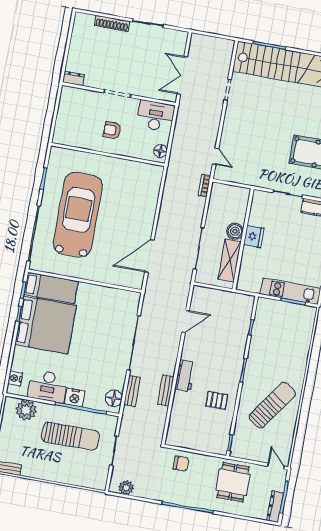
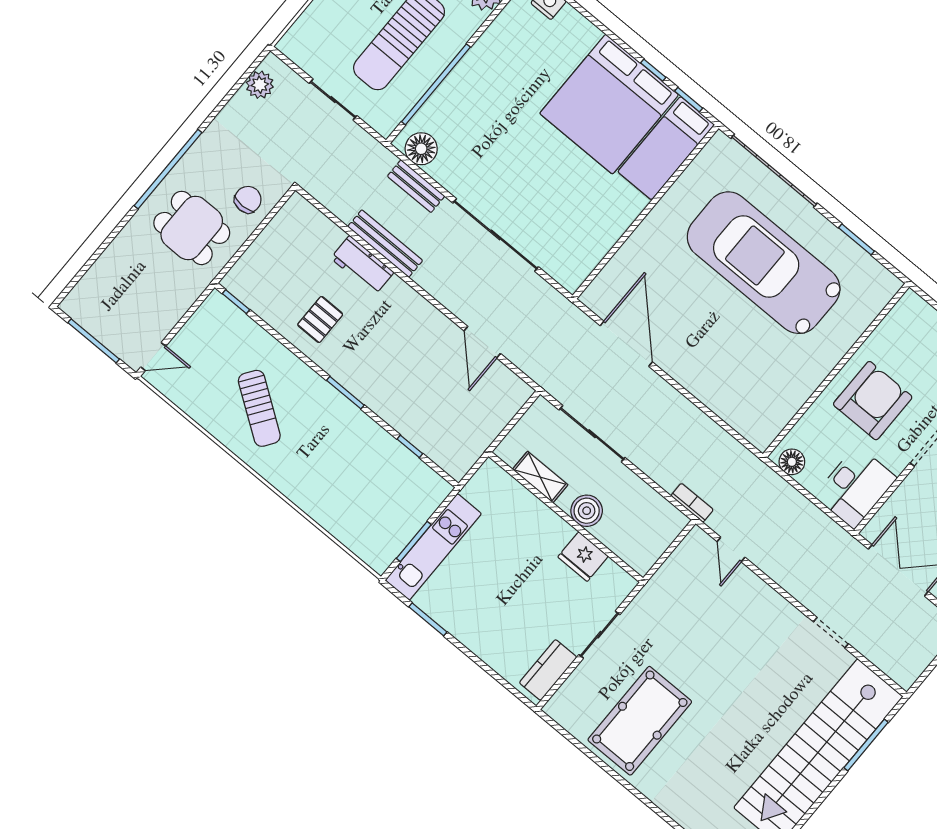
armchair: (112, 130) -> (873, 401), width x1.88, depth x1.88
door: (216, 156) -> (731, 549), hinge flipped
car: (78, 215) -> (764, 263), turned 180
fridge: (254, 237) -> (583, 557), moved
shelving: (230, 260) -> (540, 477), width x0.67, depth x0.75
workbench: (185, 376) -> (362, 265), moved
desk: (48, 386) -> (504, 50), removed
bench: (166, 390) -> (385, 244), width x1.36
nightstand: (75, 397) -> (460, 84), removed
sun lounger: (272, 405) -> (259, 408), width x0.73, depth x0.75
chair: (181, 464) -> (248, 200), turned 180
dining table: (233, 482) -> (192, 228), moved
dresser: (275, 507) -> (86, 317), removed

